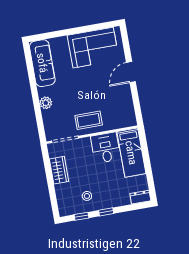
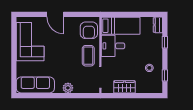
armchair: (119, 116) -> (89, 30), added
window: (106, 212) -> (165, 42), moved

